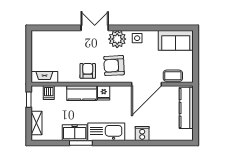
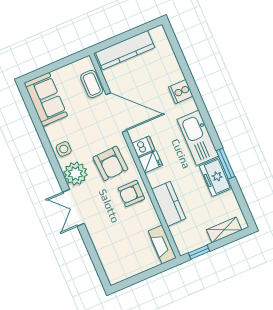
dishwasher: (49, 93) -> (143, 146), moved
kitchen counter: (82, 93) -> (169, 204), moved

